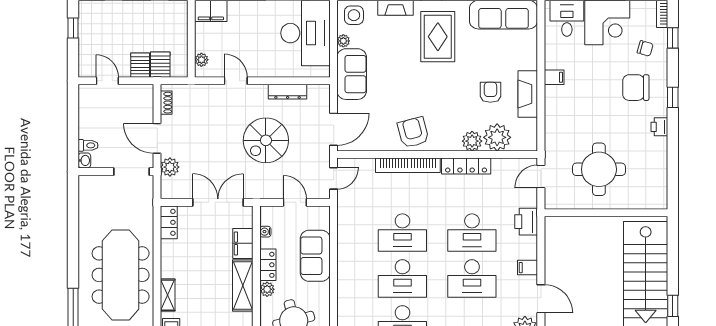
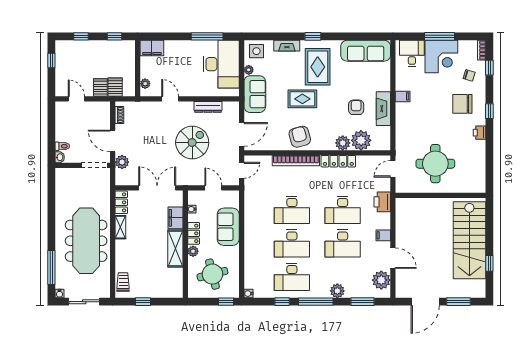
rug: (417, 81) -> (302, 99), added
spiral stairs: (266, 140) -> (192, 143), turned 180
shelving: (168, 295) -> (120, 227), moved

